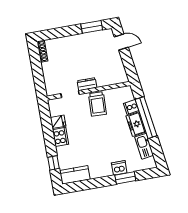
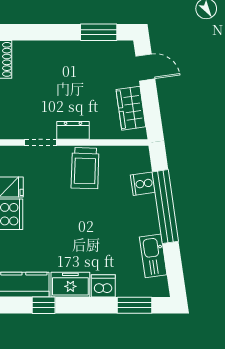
wardrobe: (117, 66) -> (131, 108), added
freezer: (136, 124) -> (70, 285), moved, turned 98
window: (125, 178) -> (134, 305), moved
window: (88, 184) -> (44, 305), added

